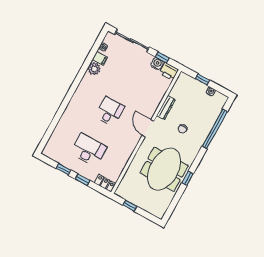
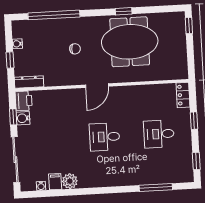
dresser: (166, 108) -> (29, 82), moved
window: (53, 125) -> (156, 188), added
desk: (88, 150) -> (159, 134), width x0.73
window: (63, 169) -> (196, 161), moved
window: (130, 206) -> (189, 25), moved

